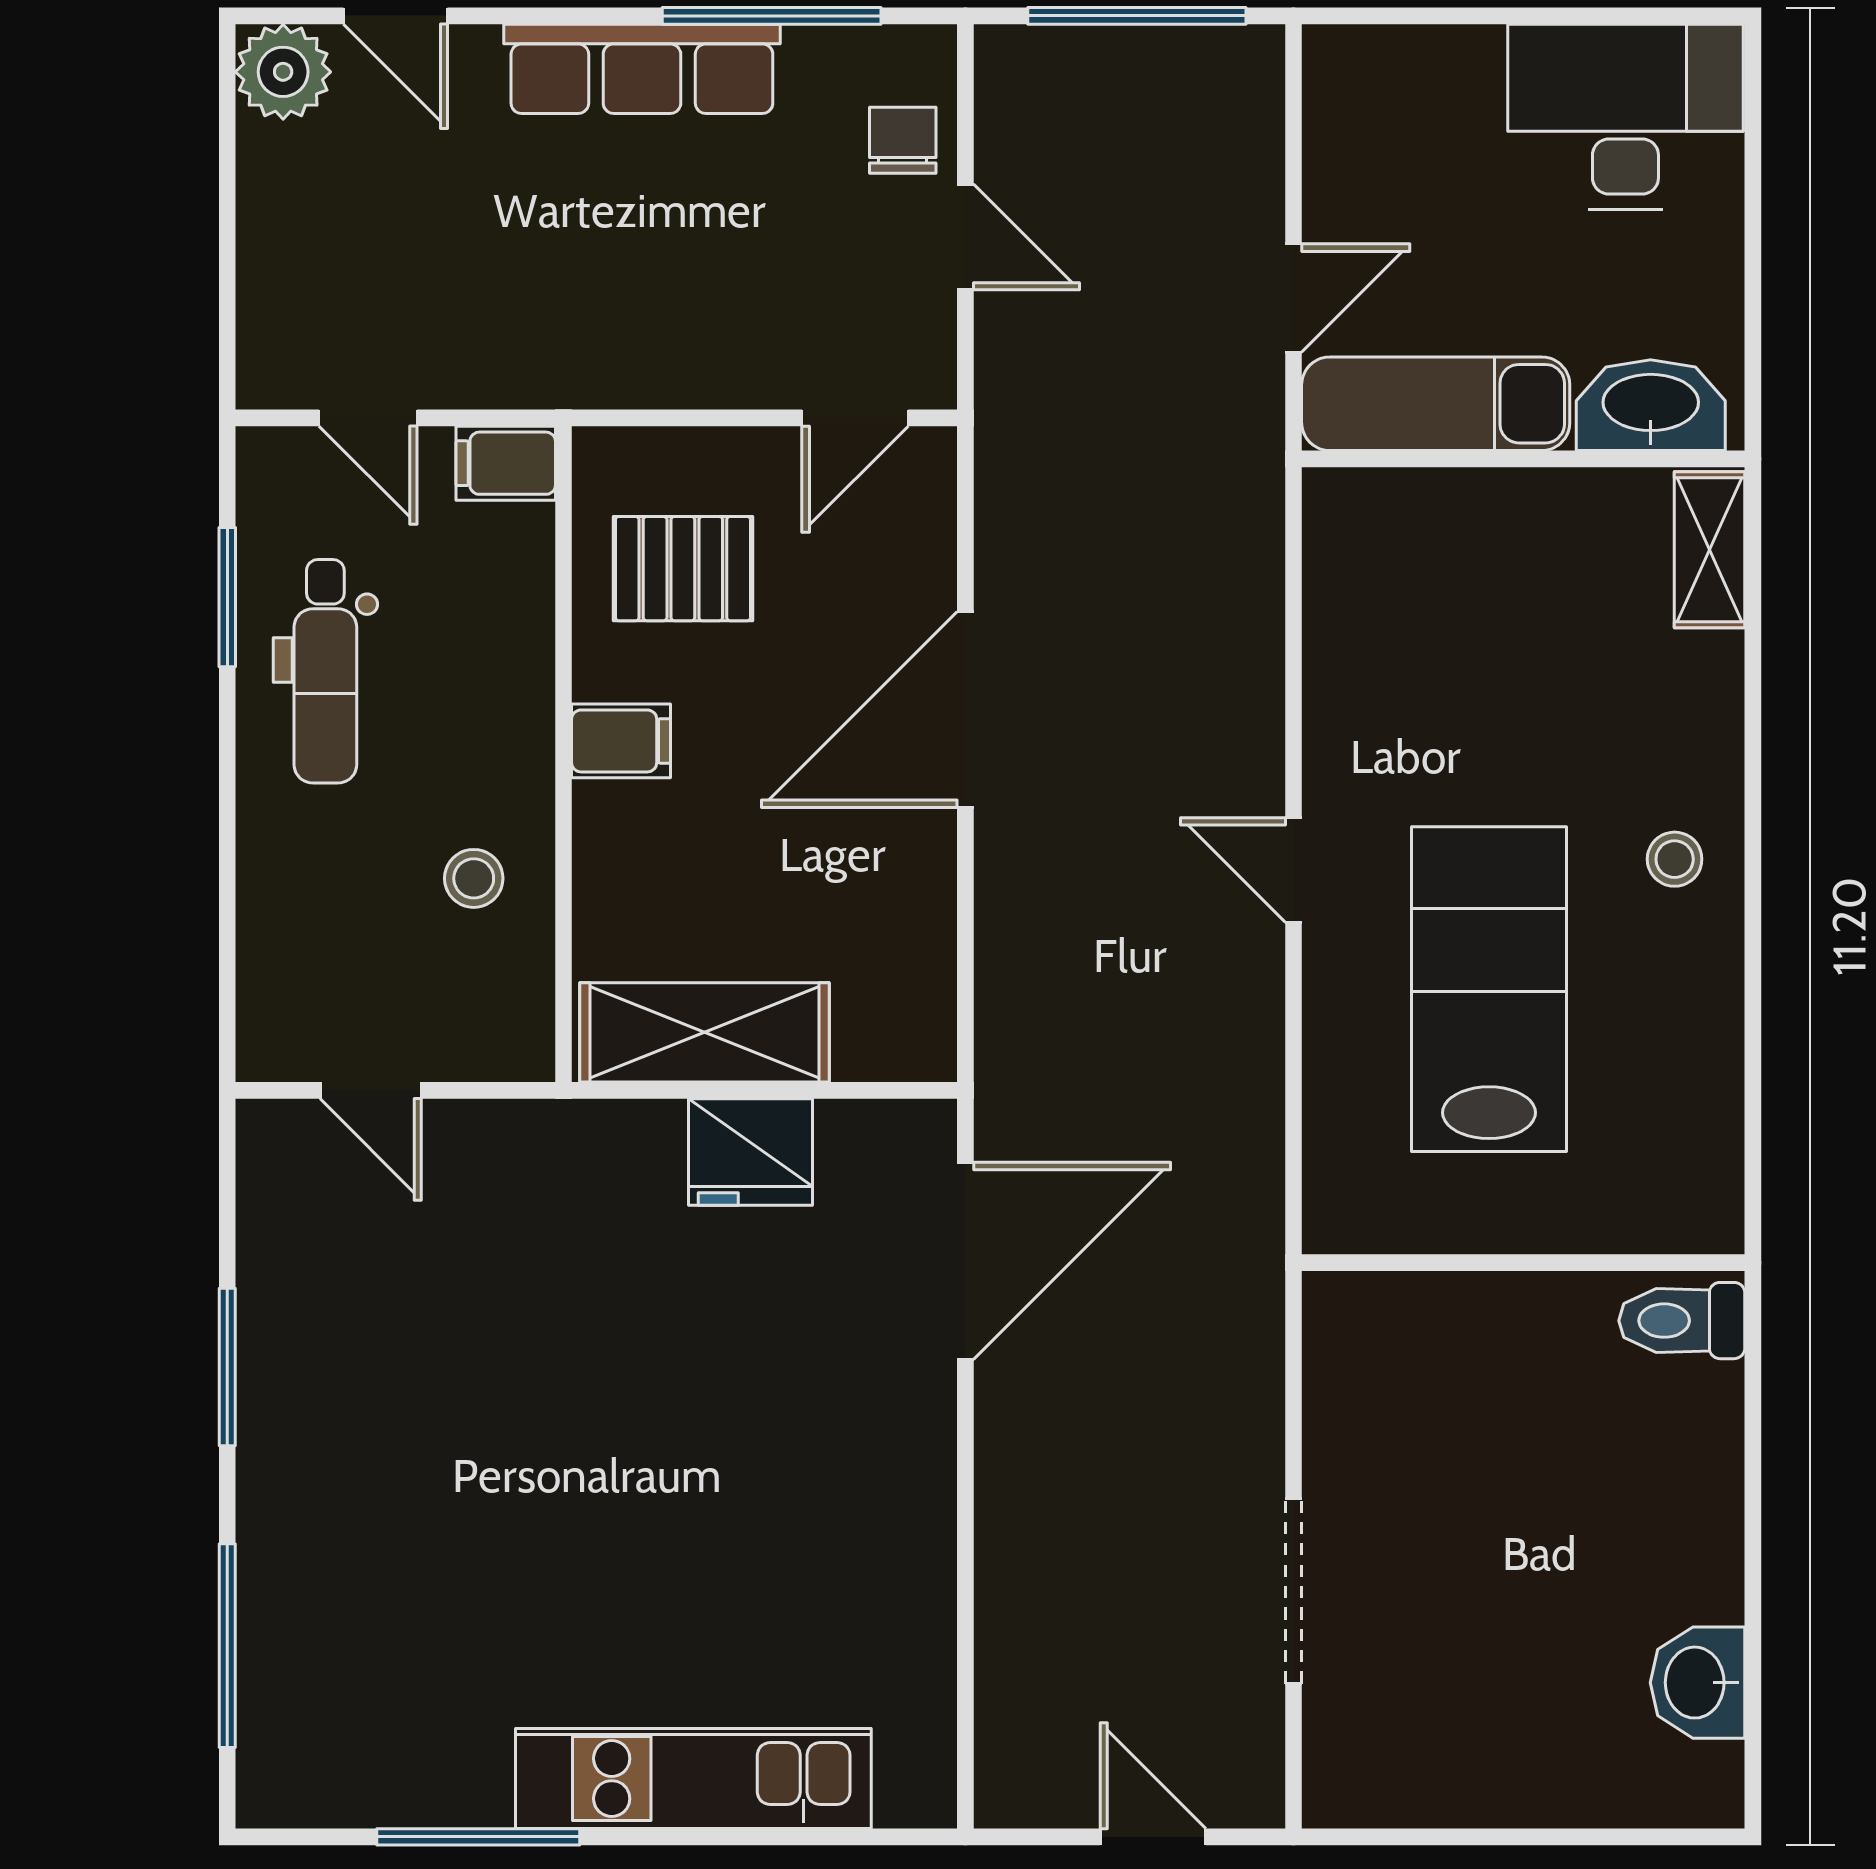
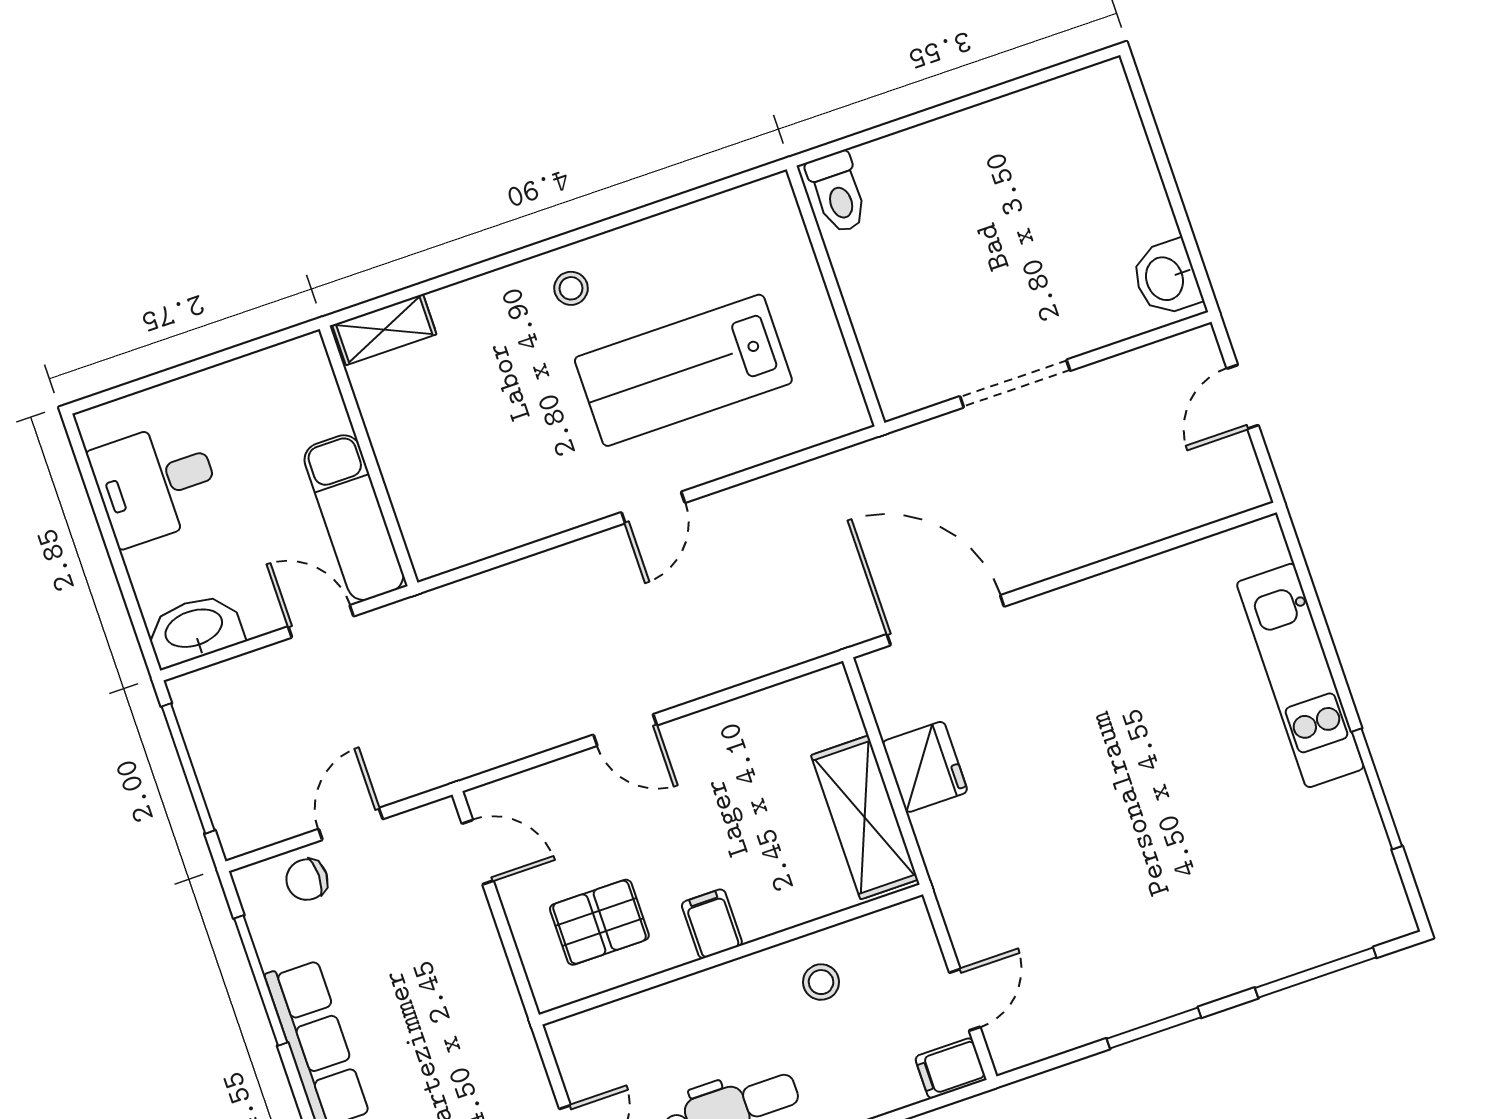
desk: (1625, 117) -> (156, 483), width x0.73
washbasin: (1651, 405) -> (194, 630), moved, turned 90
filing cabinet: (506, 463) -> (951, 1068), moved, turned 90
pallet: (683, 569) -> (599, 922), turned 90
door: (965, 709) -> (625, 730), width x0.53
doorway: (1294, 1591) -> (1015, 384), moved
washbasin: (1698, 1683) -> (1166, 278), moved, turned 90

